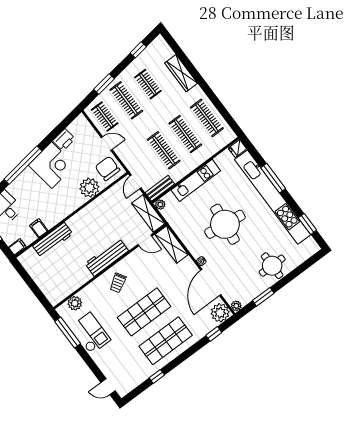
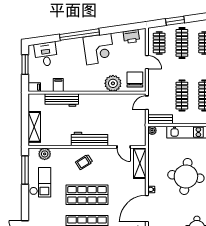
printer: (64, 140) -> (131, 36), moved
shelving: (148, 213) -> (34, 127), moved

